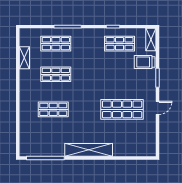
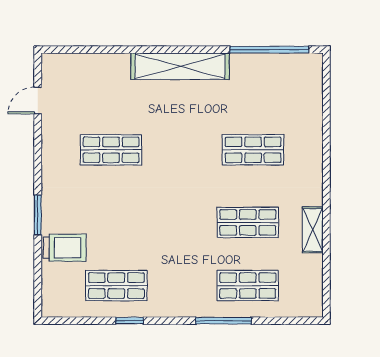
shelving: (151, 40) -> (52, 294), removed
shelving: (24, 58) -> (313, 230), moved
door: (158, 108) -> (38, 100), moved
shop shelf: (122, 109) -> (111, 150), width x0.70, depth x0.74

